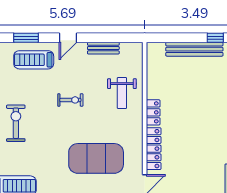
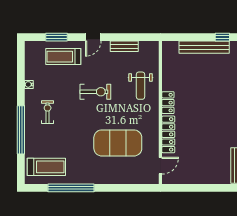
exercise bike: (70, 100) -> (95, 92), width x1.38, depth x1.39
exercise bike: (16, 123) -> (48, 112), width x0.73, depth x0.72

